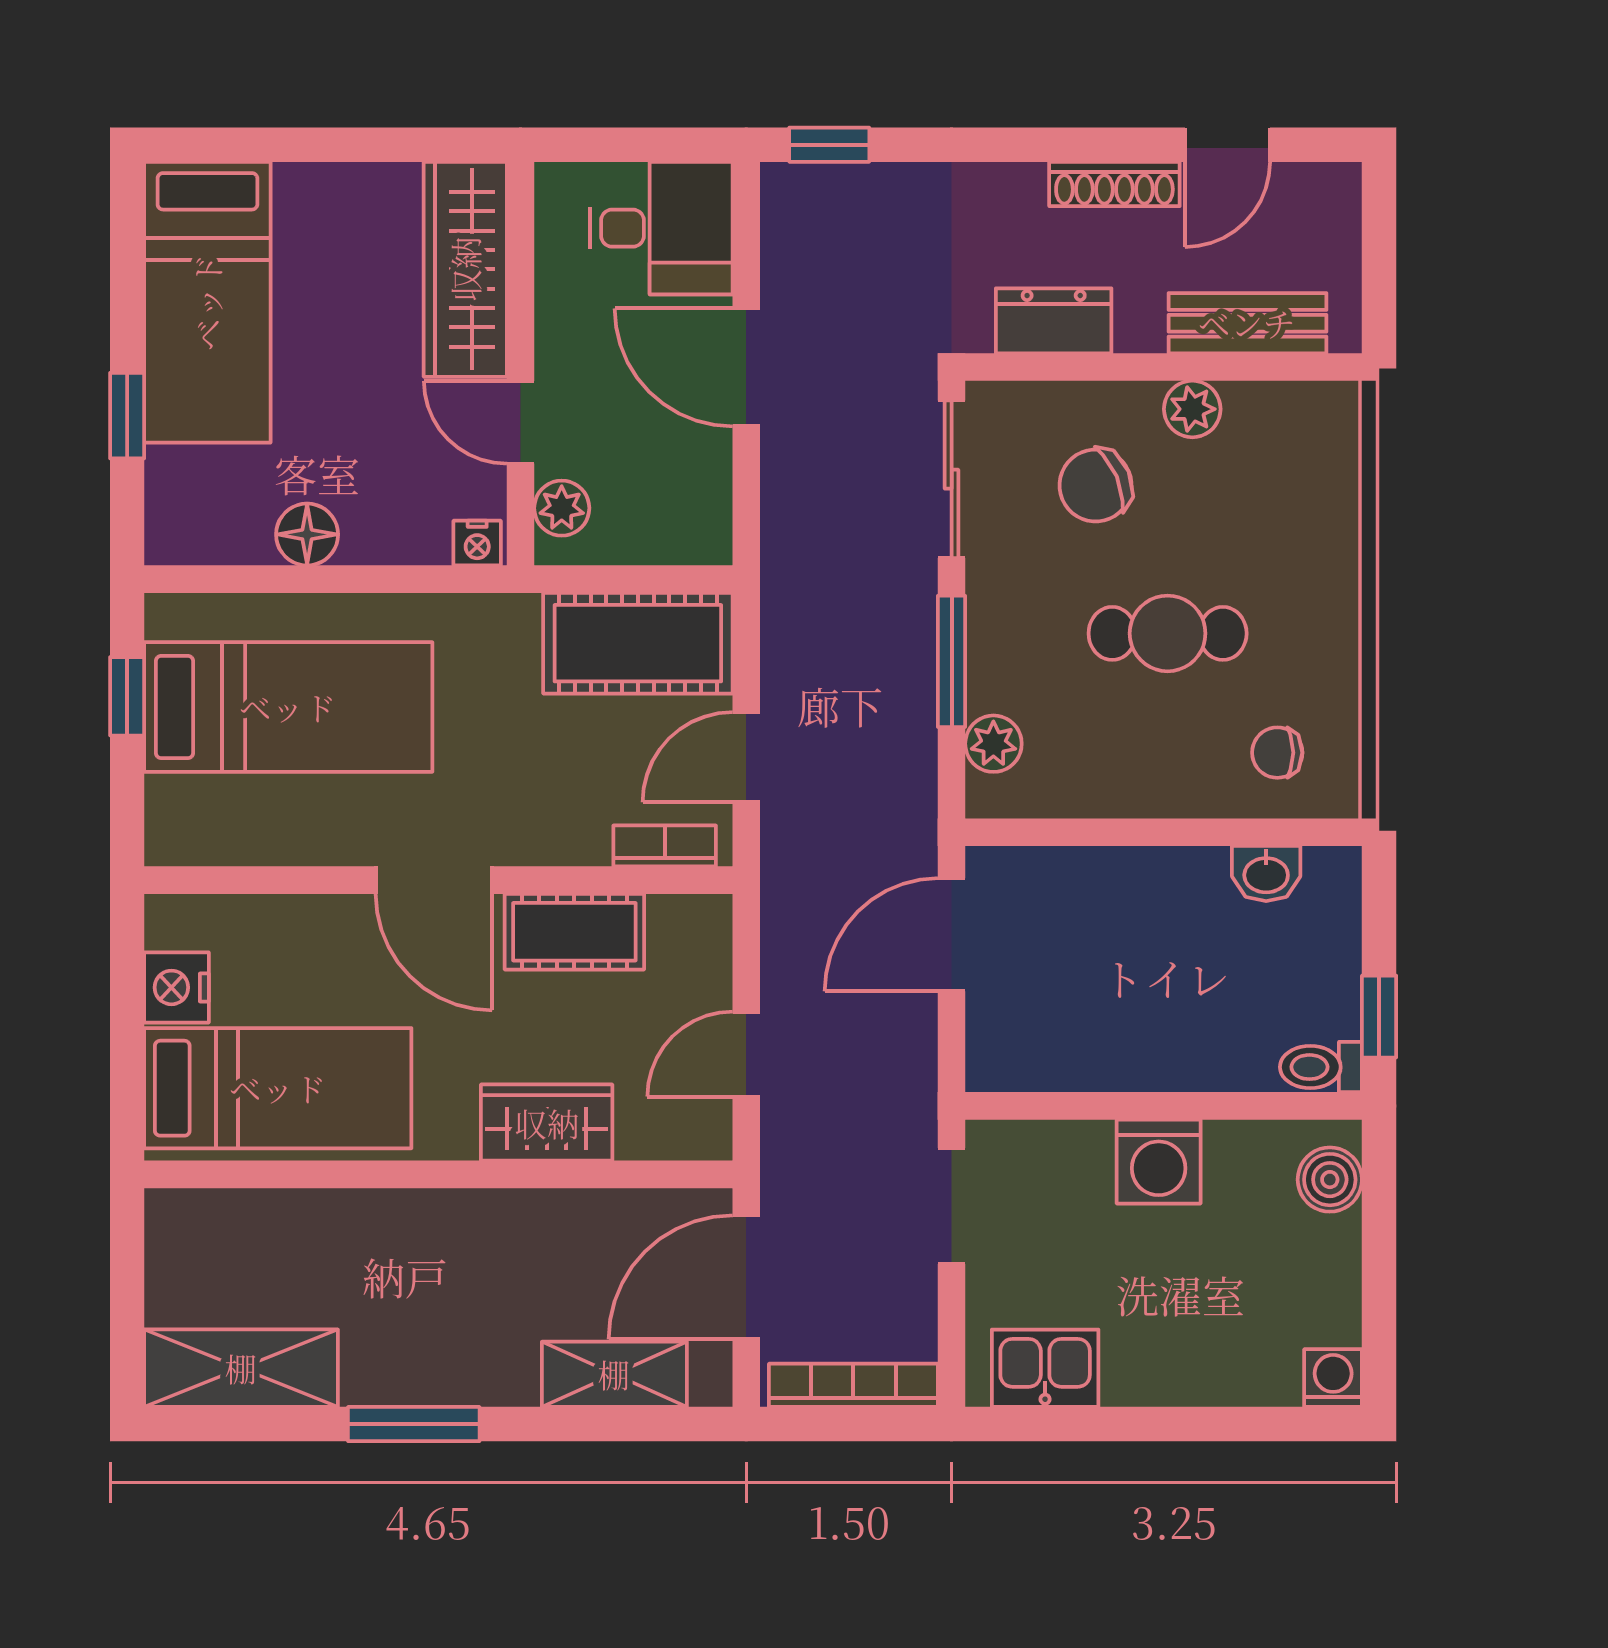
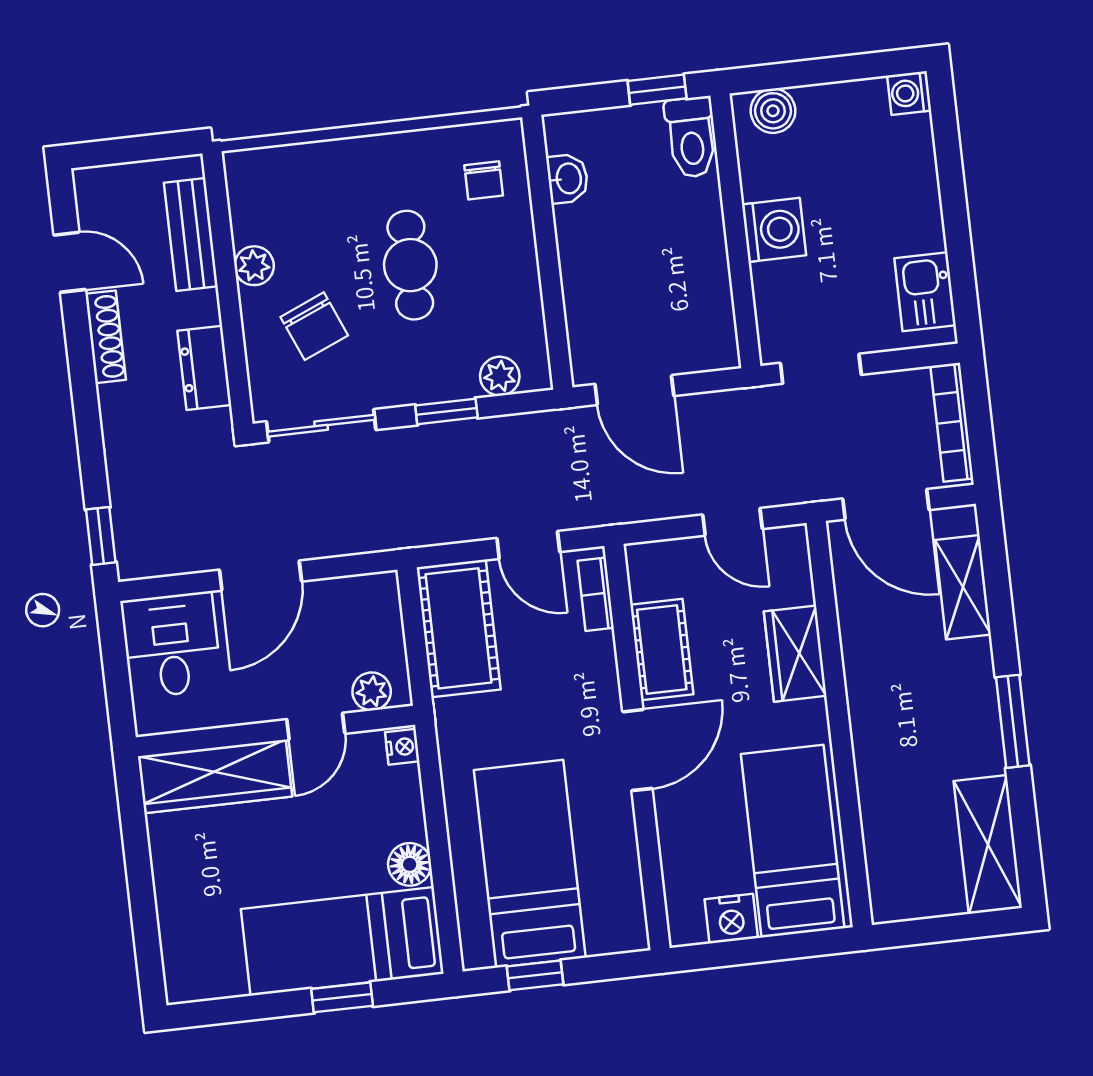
bed: (207, 302) -> (342, 941), moved, turned 180
window: (952, 661) -> (446, 411), width x0.67
toilet: (1321, 1067) -> (691, 137), width x1.37, depth x1.39

